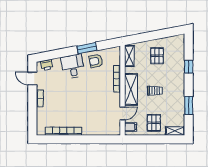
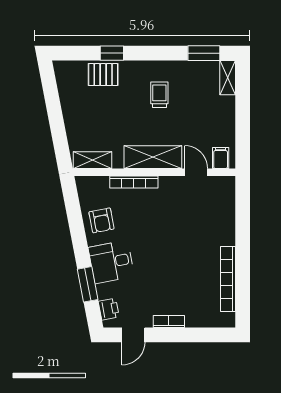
window: (87, 48) -> (88, 284), moved
pallet: (157, 56) -> (103, 75), moved
trolley: (155, 91) -> (159, 95), moved
window: (189, 105) -> (204, 53), moved
pallet: (154, 123) -> (213, 116), removed

